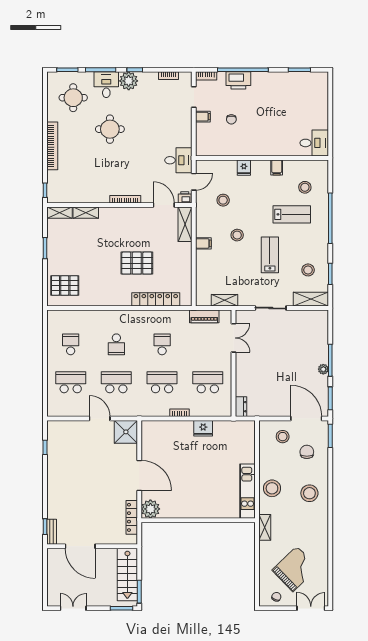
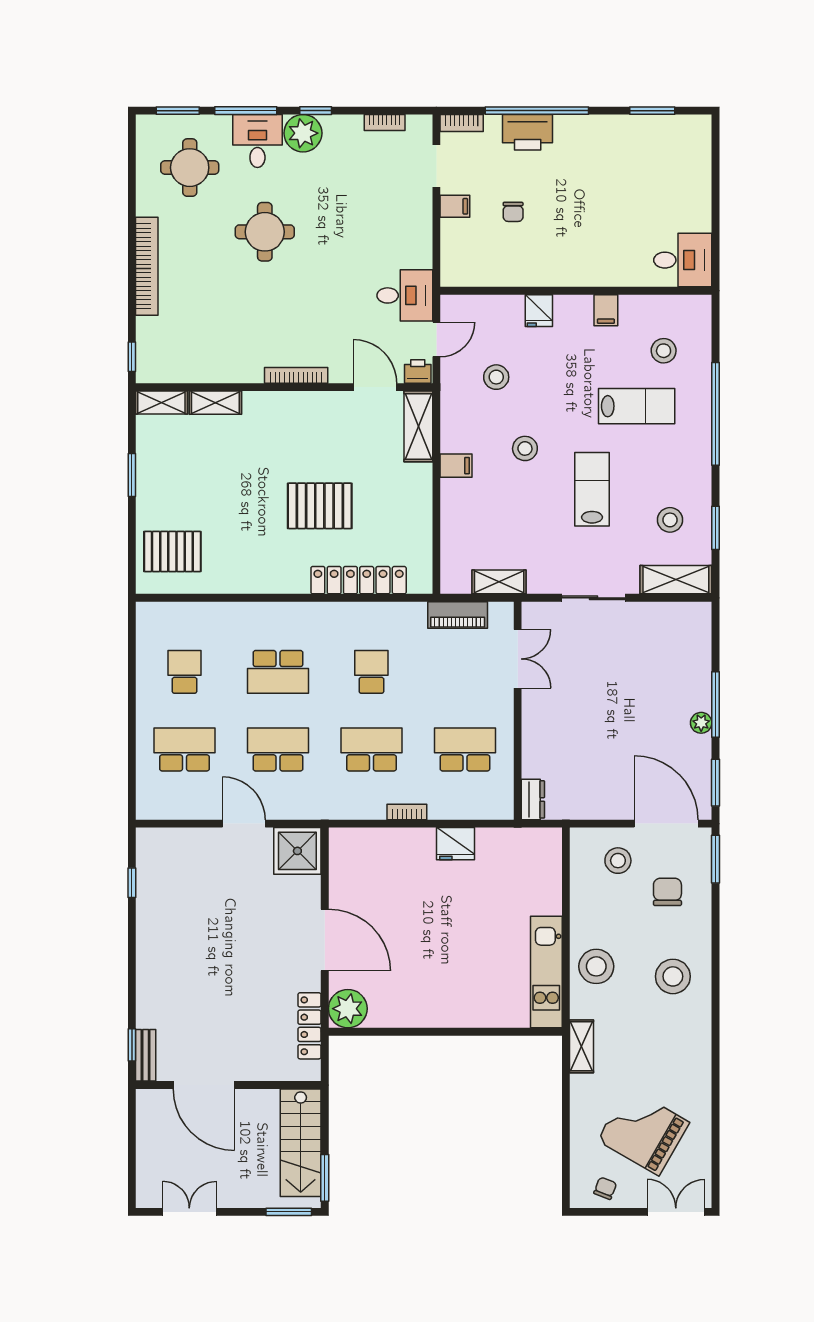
school desk: (116, 344) -> (278, 672), width x1.85
grand piano: (295, 569) -> (643, 1131), turned -106

